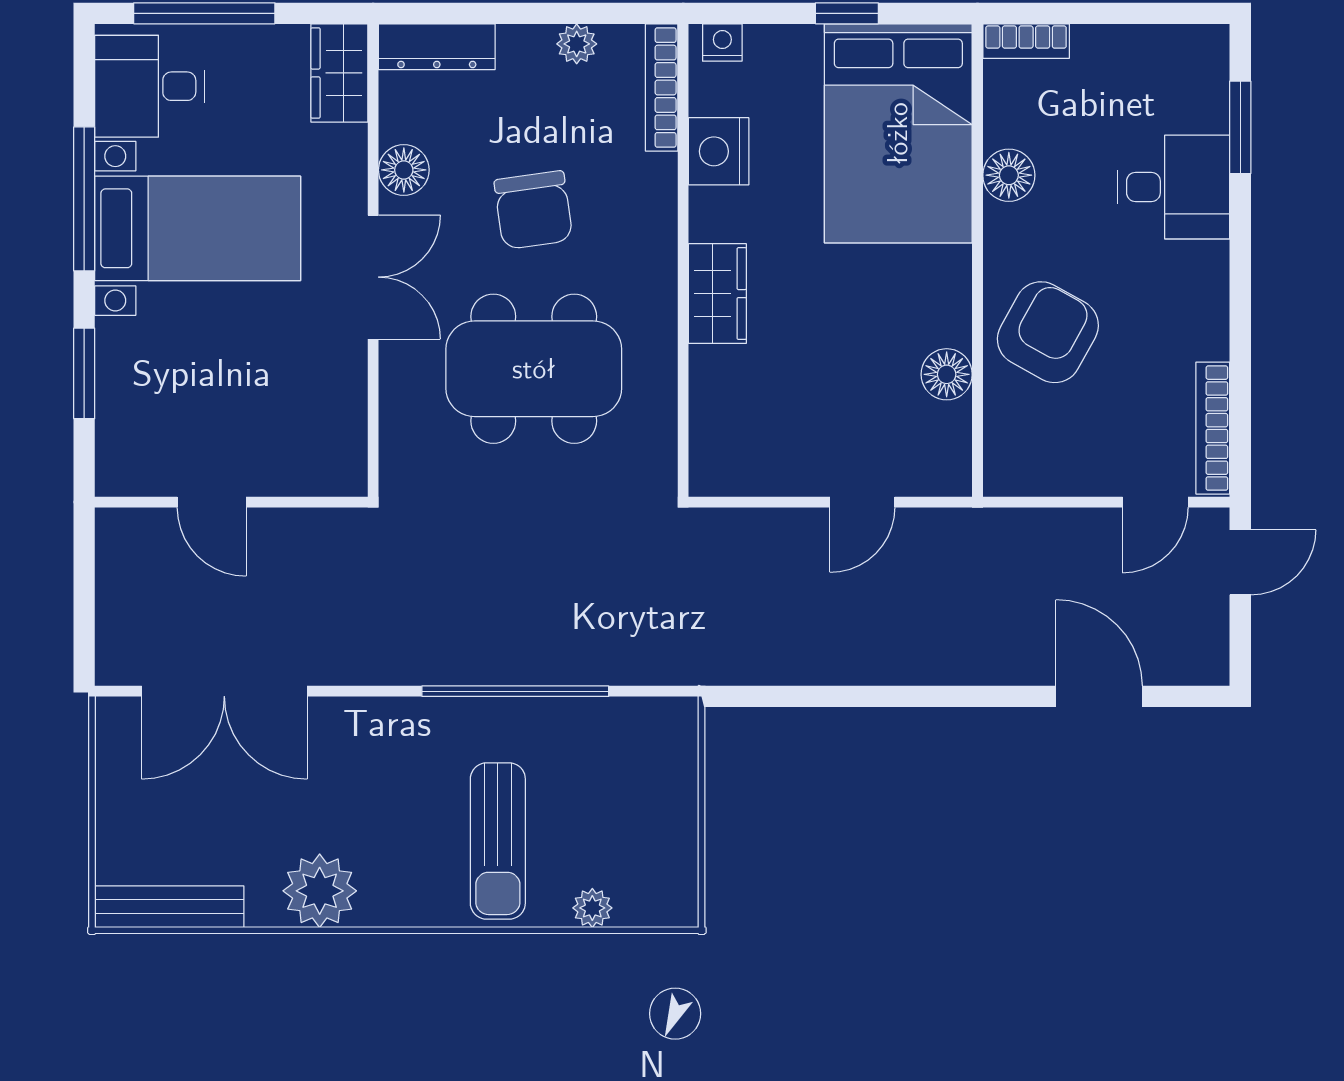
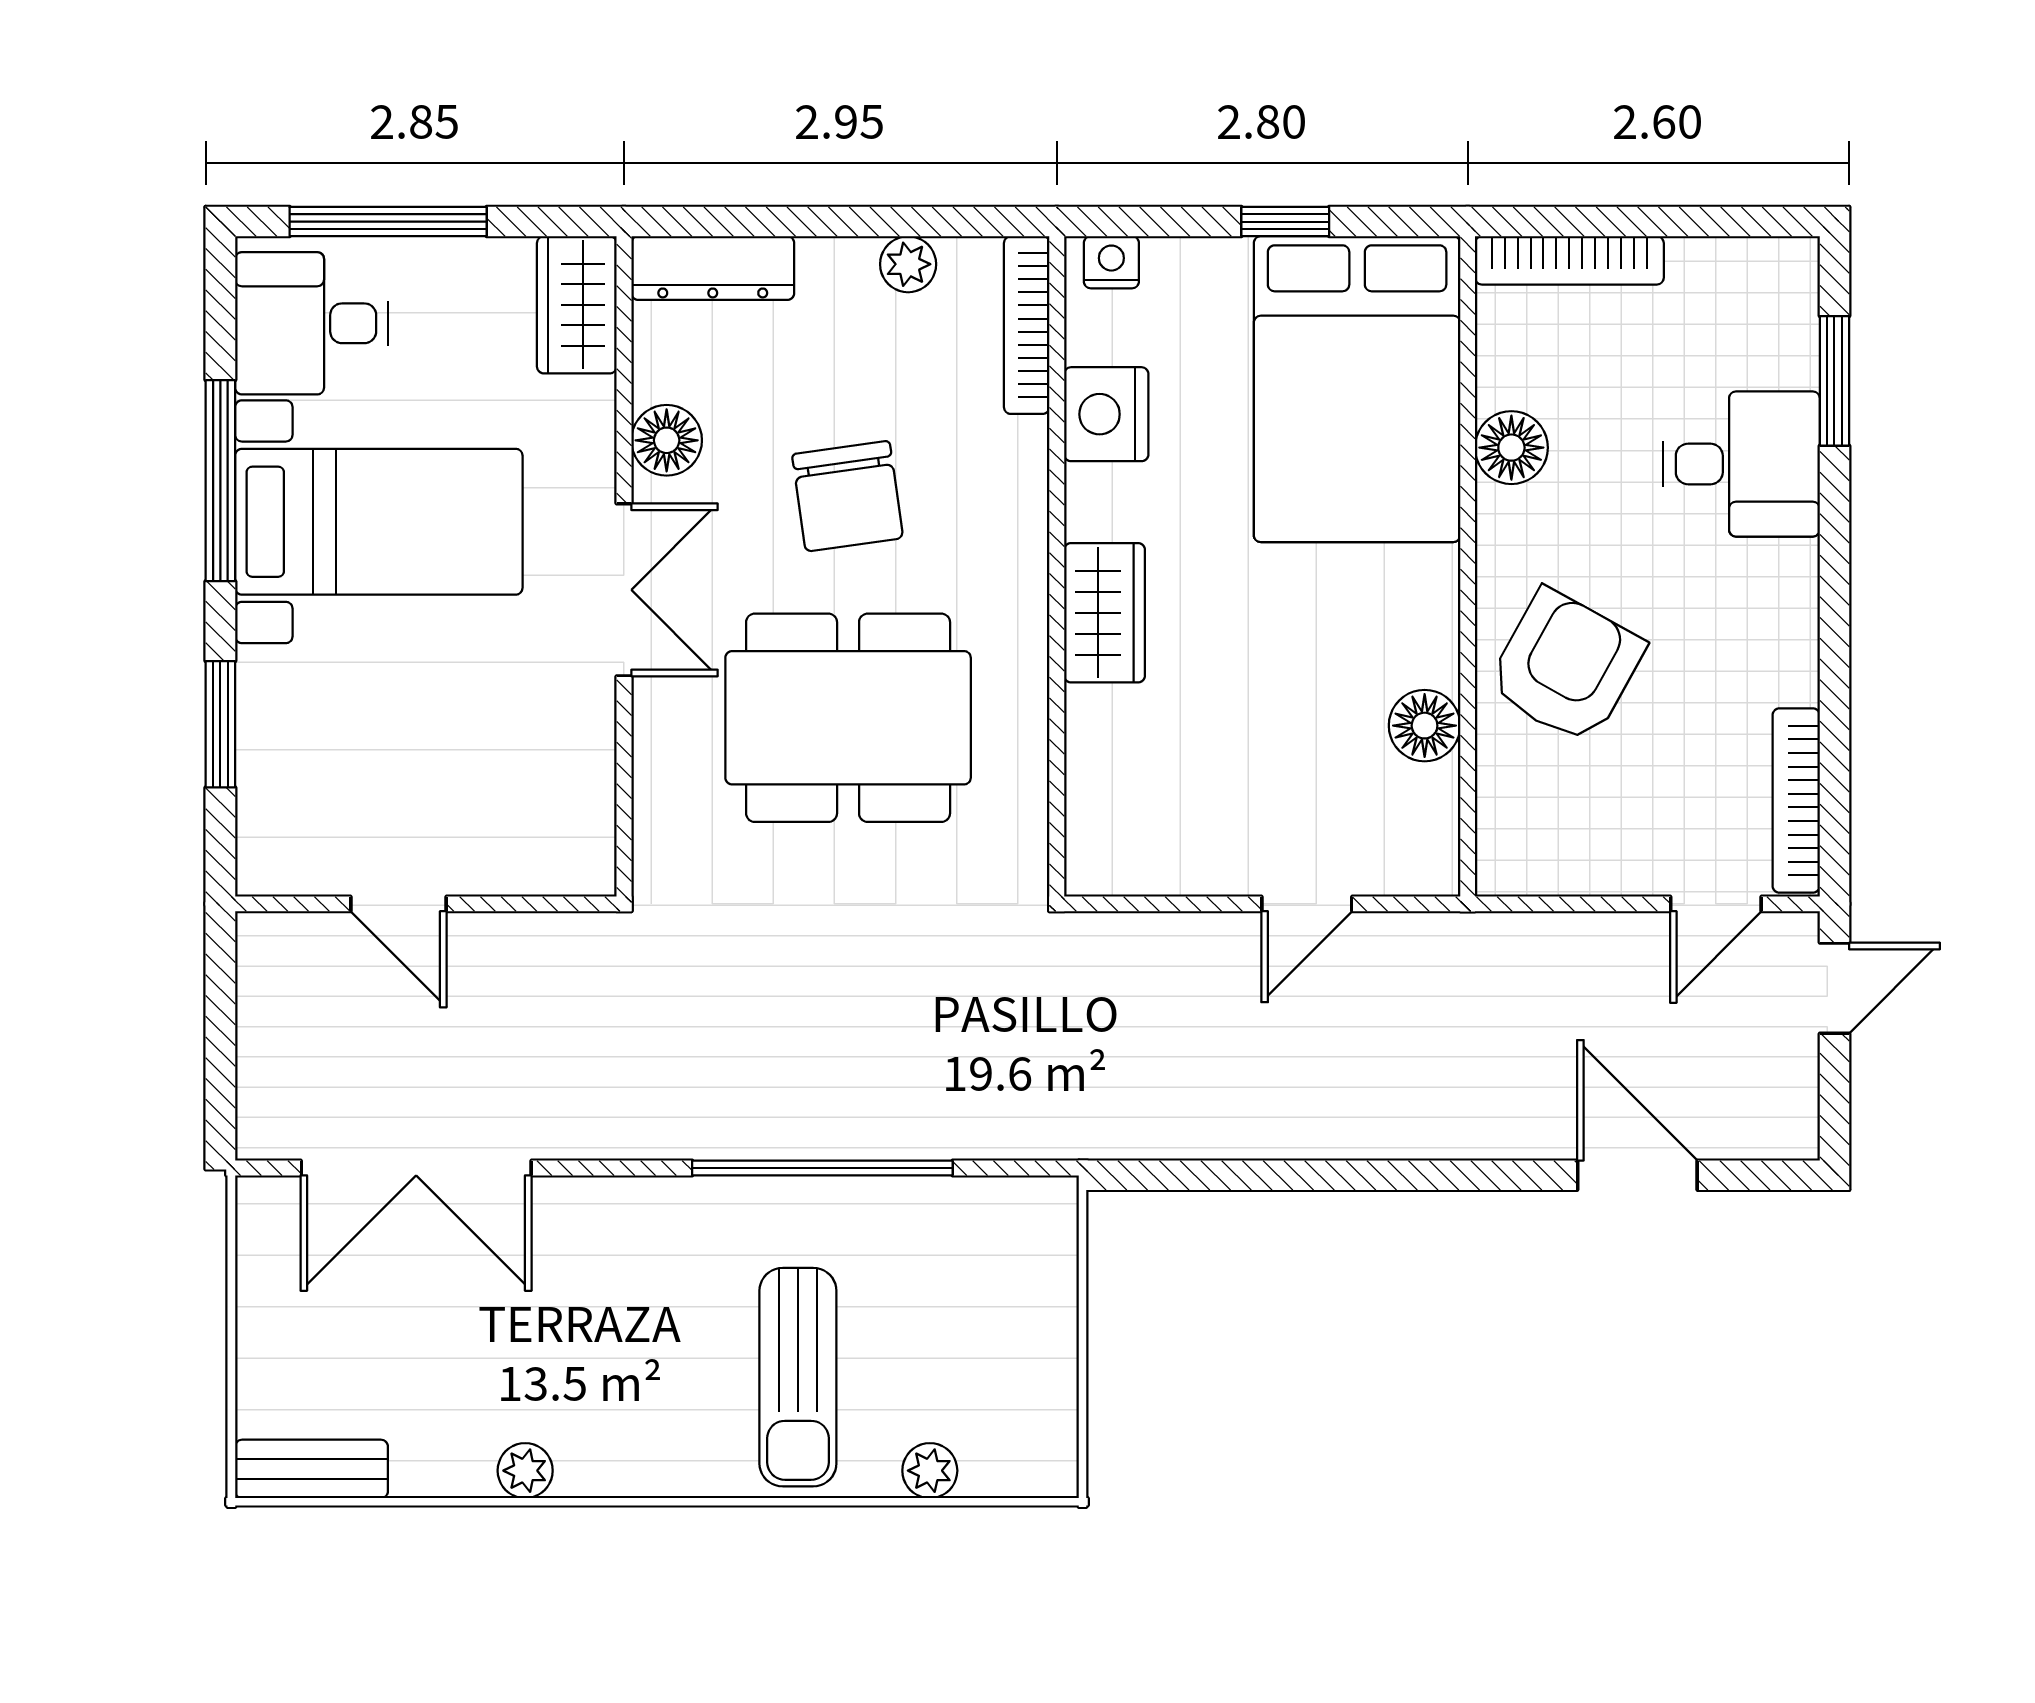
bookcase: (1026, 41) -> (1569, 260), width x1.56
plant: (320, 891) -> (525, 1471), width x0.53, depth x0.53
bench: (169, 907) -> (312, 1469), width x0.73

